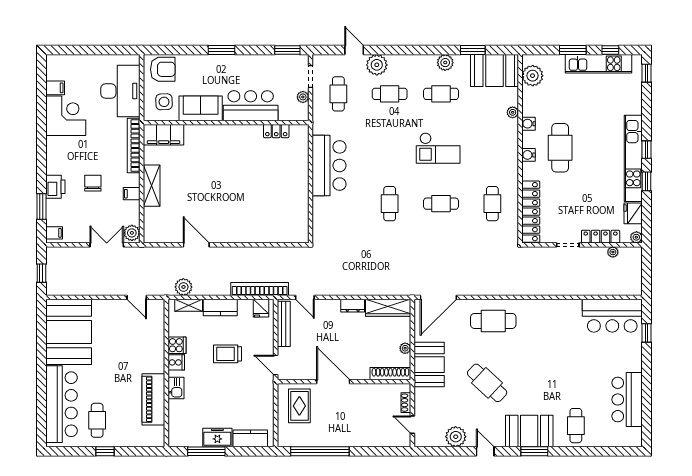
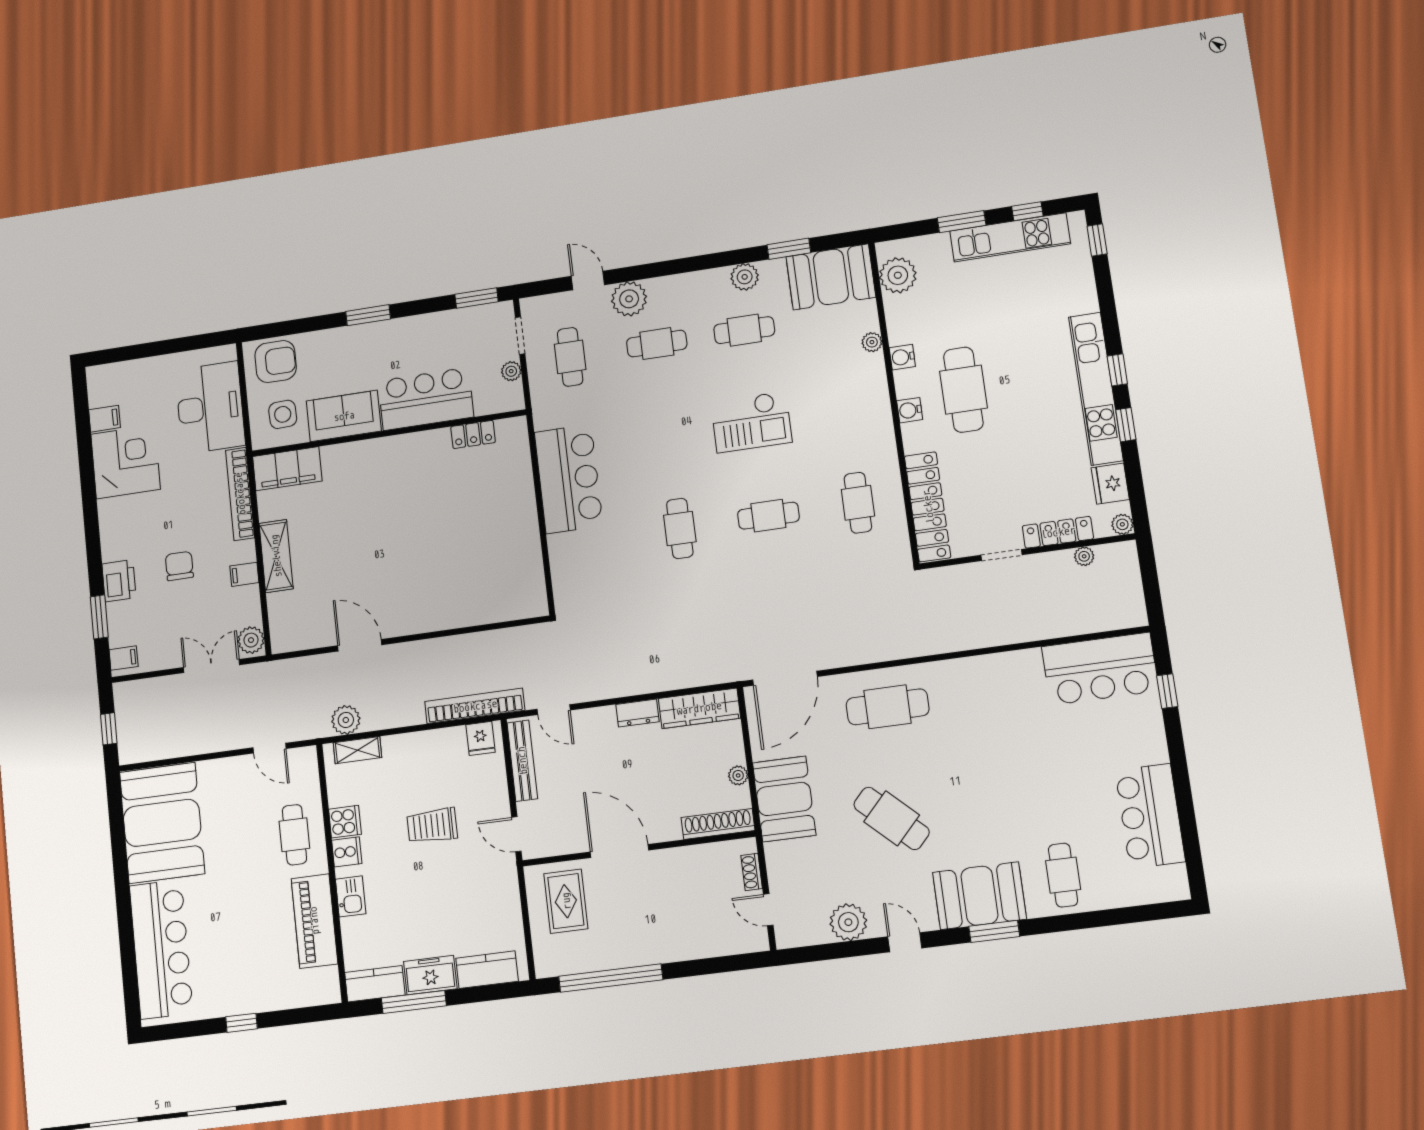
kitchen counter: (220, 307) -> (375, 984), moved, turned 180
cafe table: (97, 420) -> (294, 835), moved

